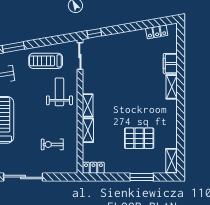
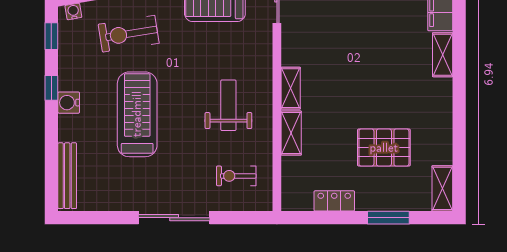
weight bench: (59, 92) -> (228, 105), moved
exercise bike: (52, 144) -> (236, 176), moved
locker: (93, 168) -> (334, 201), moved

